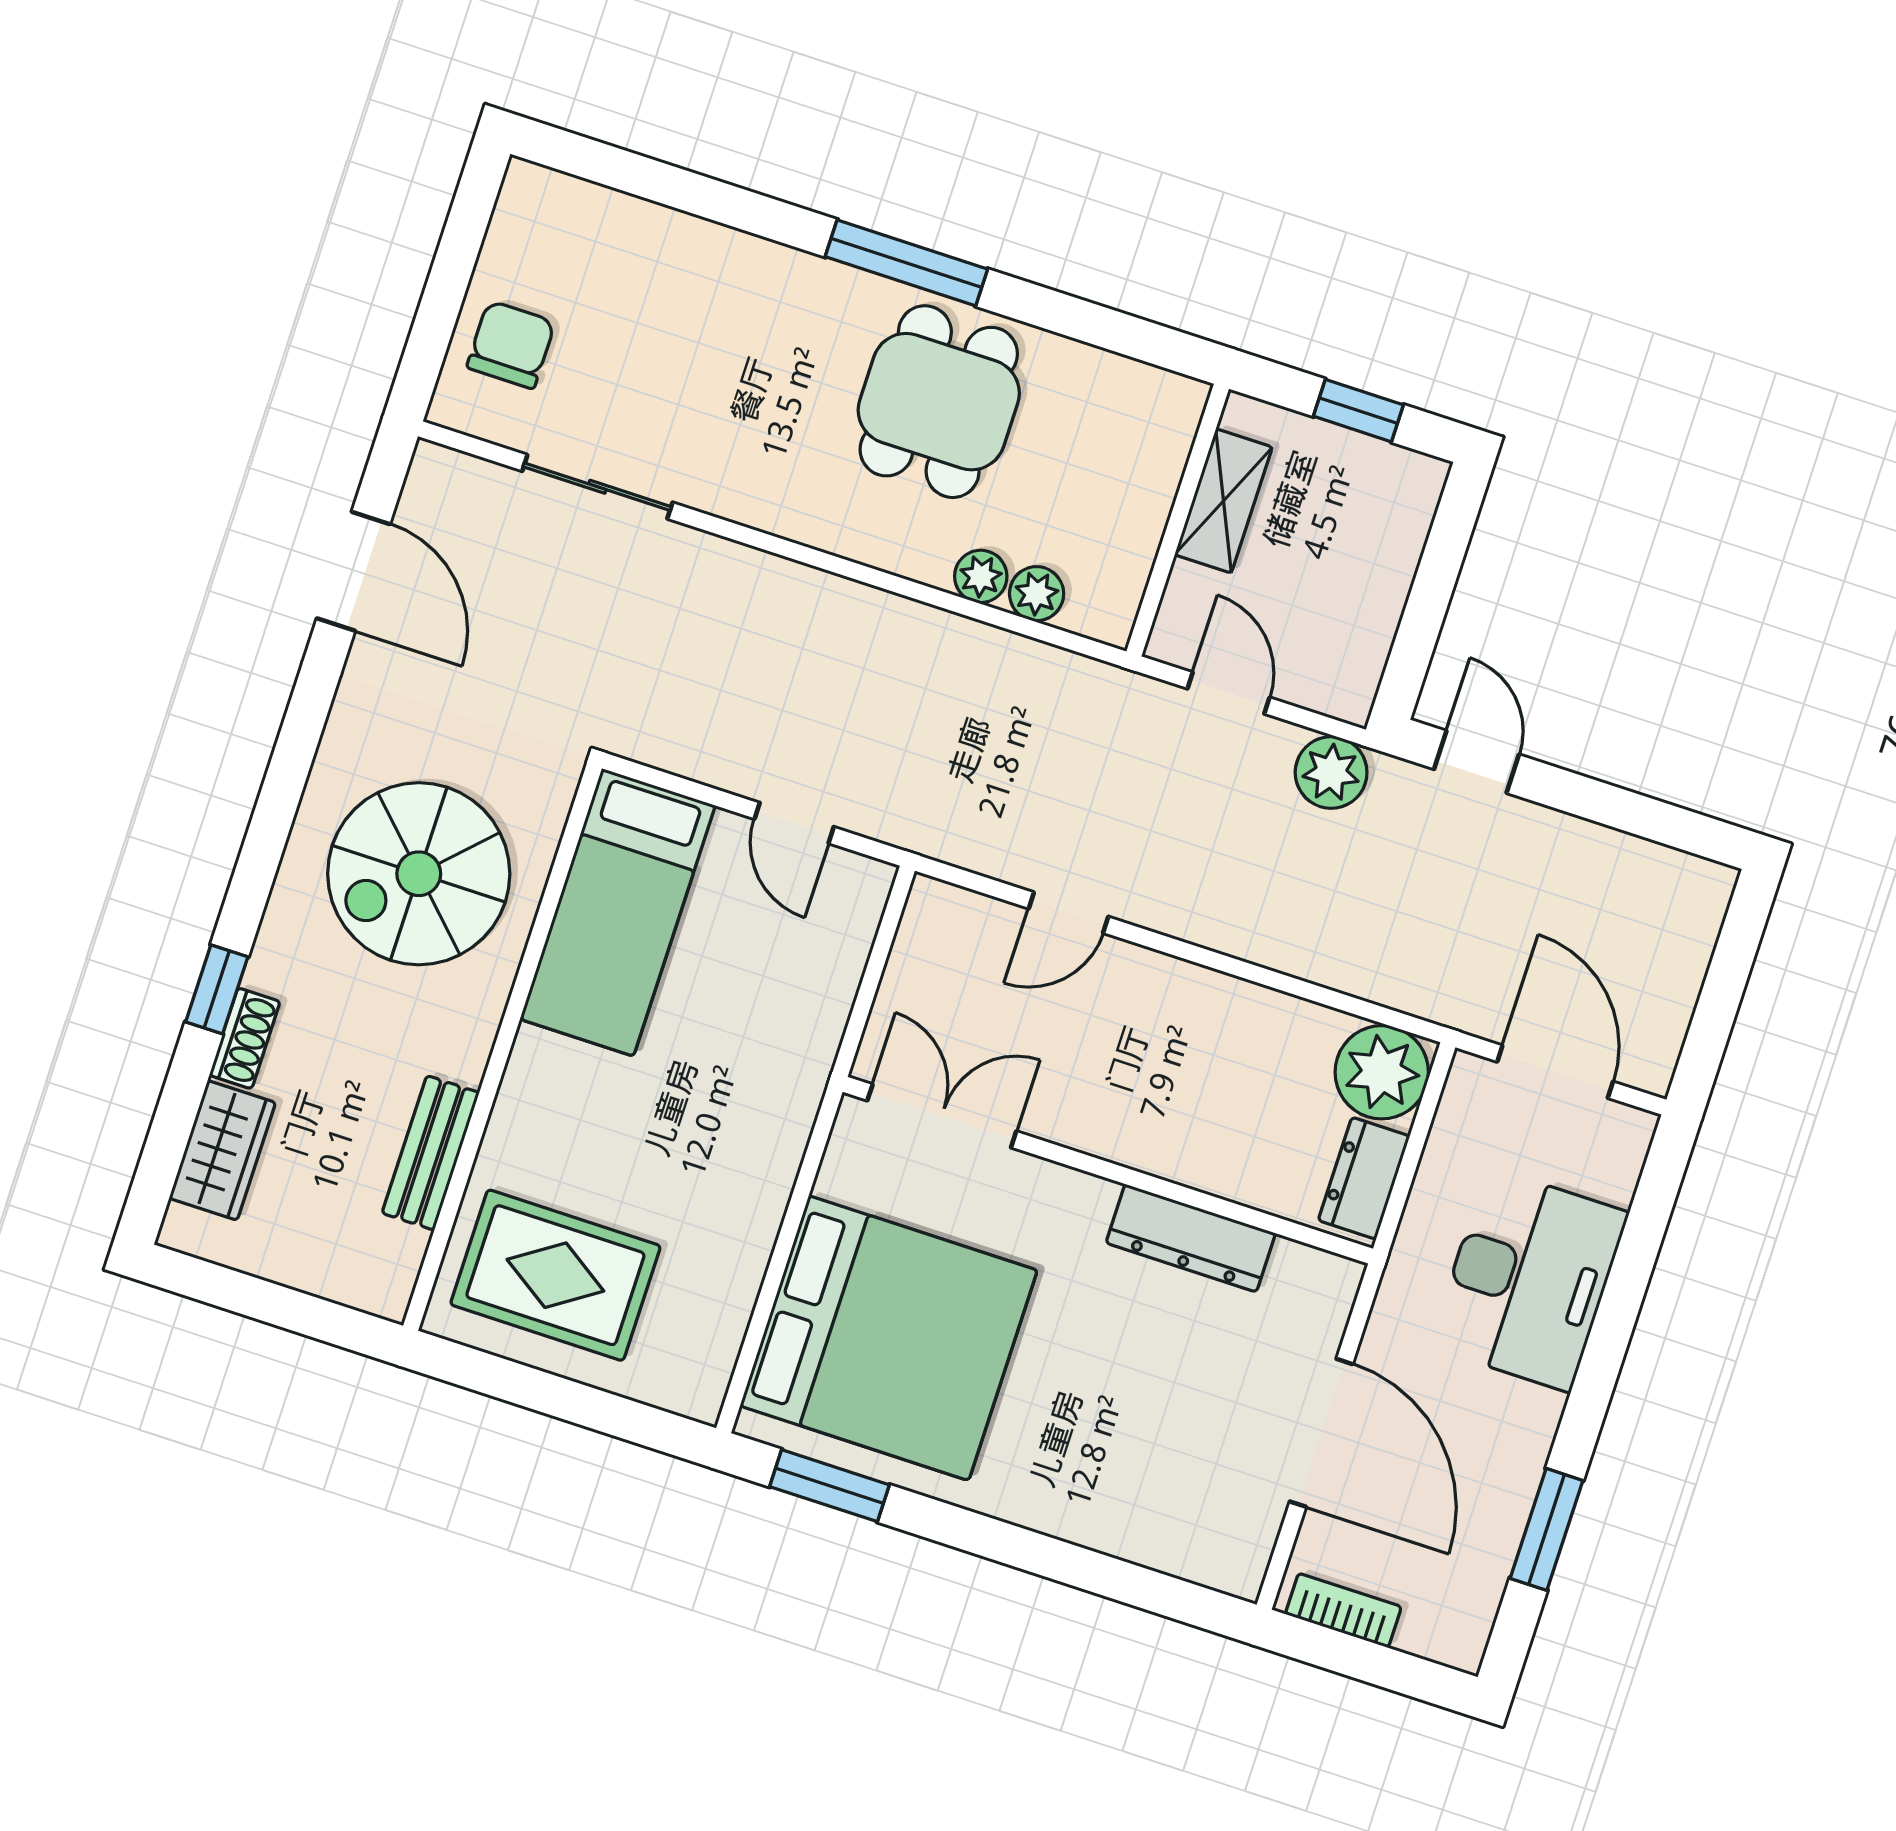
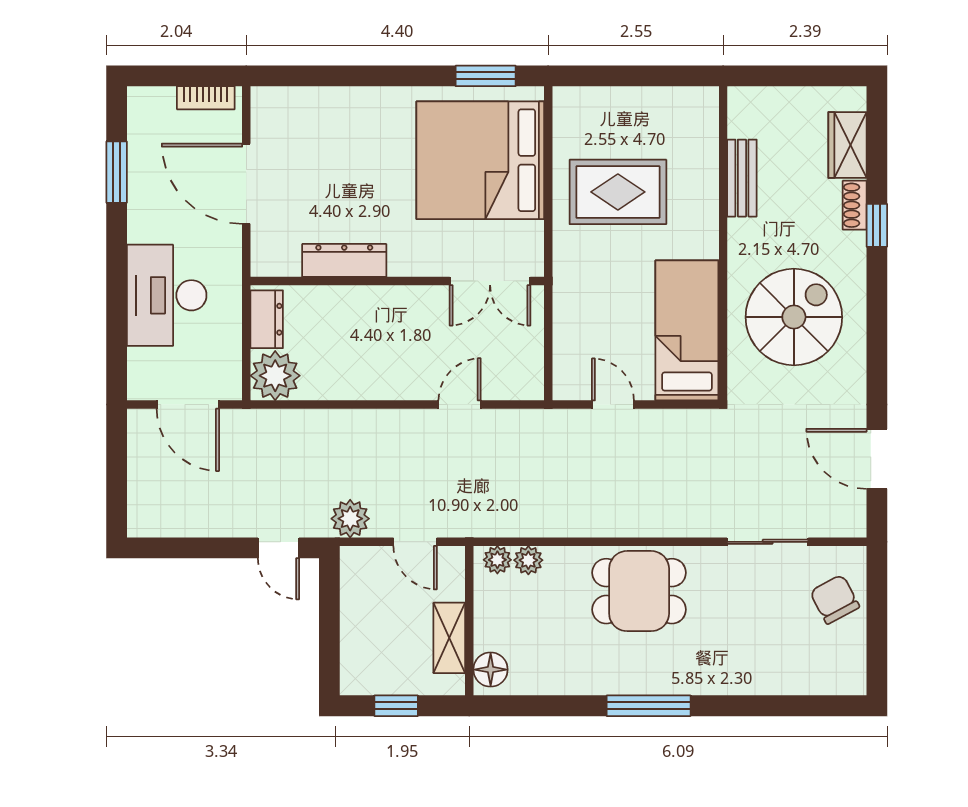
chair: (511, 345) -> (835, 599), turned 152
dining table: (939, 402) -> (639, 591), moved, turned 90
floor lamp: (1168, 420) -> (491, 670), added
plant: (981, 576) -> (497, 560), moved
rug: (555, 1275) -> (618, 192), moved

